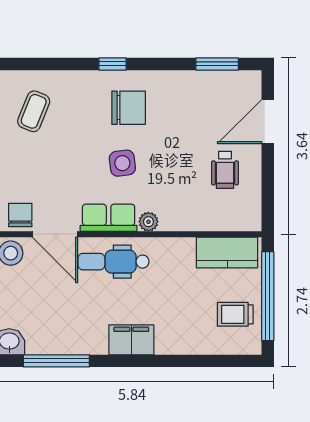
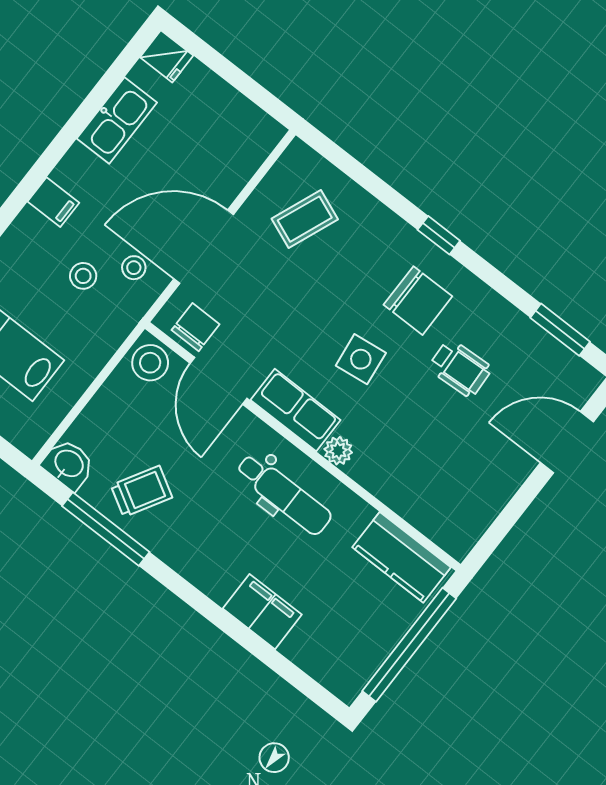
wheelchair: (225, 170) -> (460, 368), moved, turned -93
dental chair: (113, 262) -> (284, 494), moved, turned 180
trolley: (235, 314) -> (142, 491), moved, turned 120
filing cabinet: (131, 340) -> (262, 612), moved

